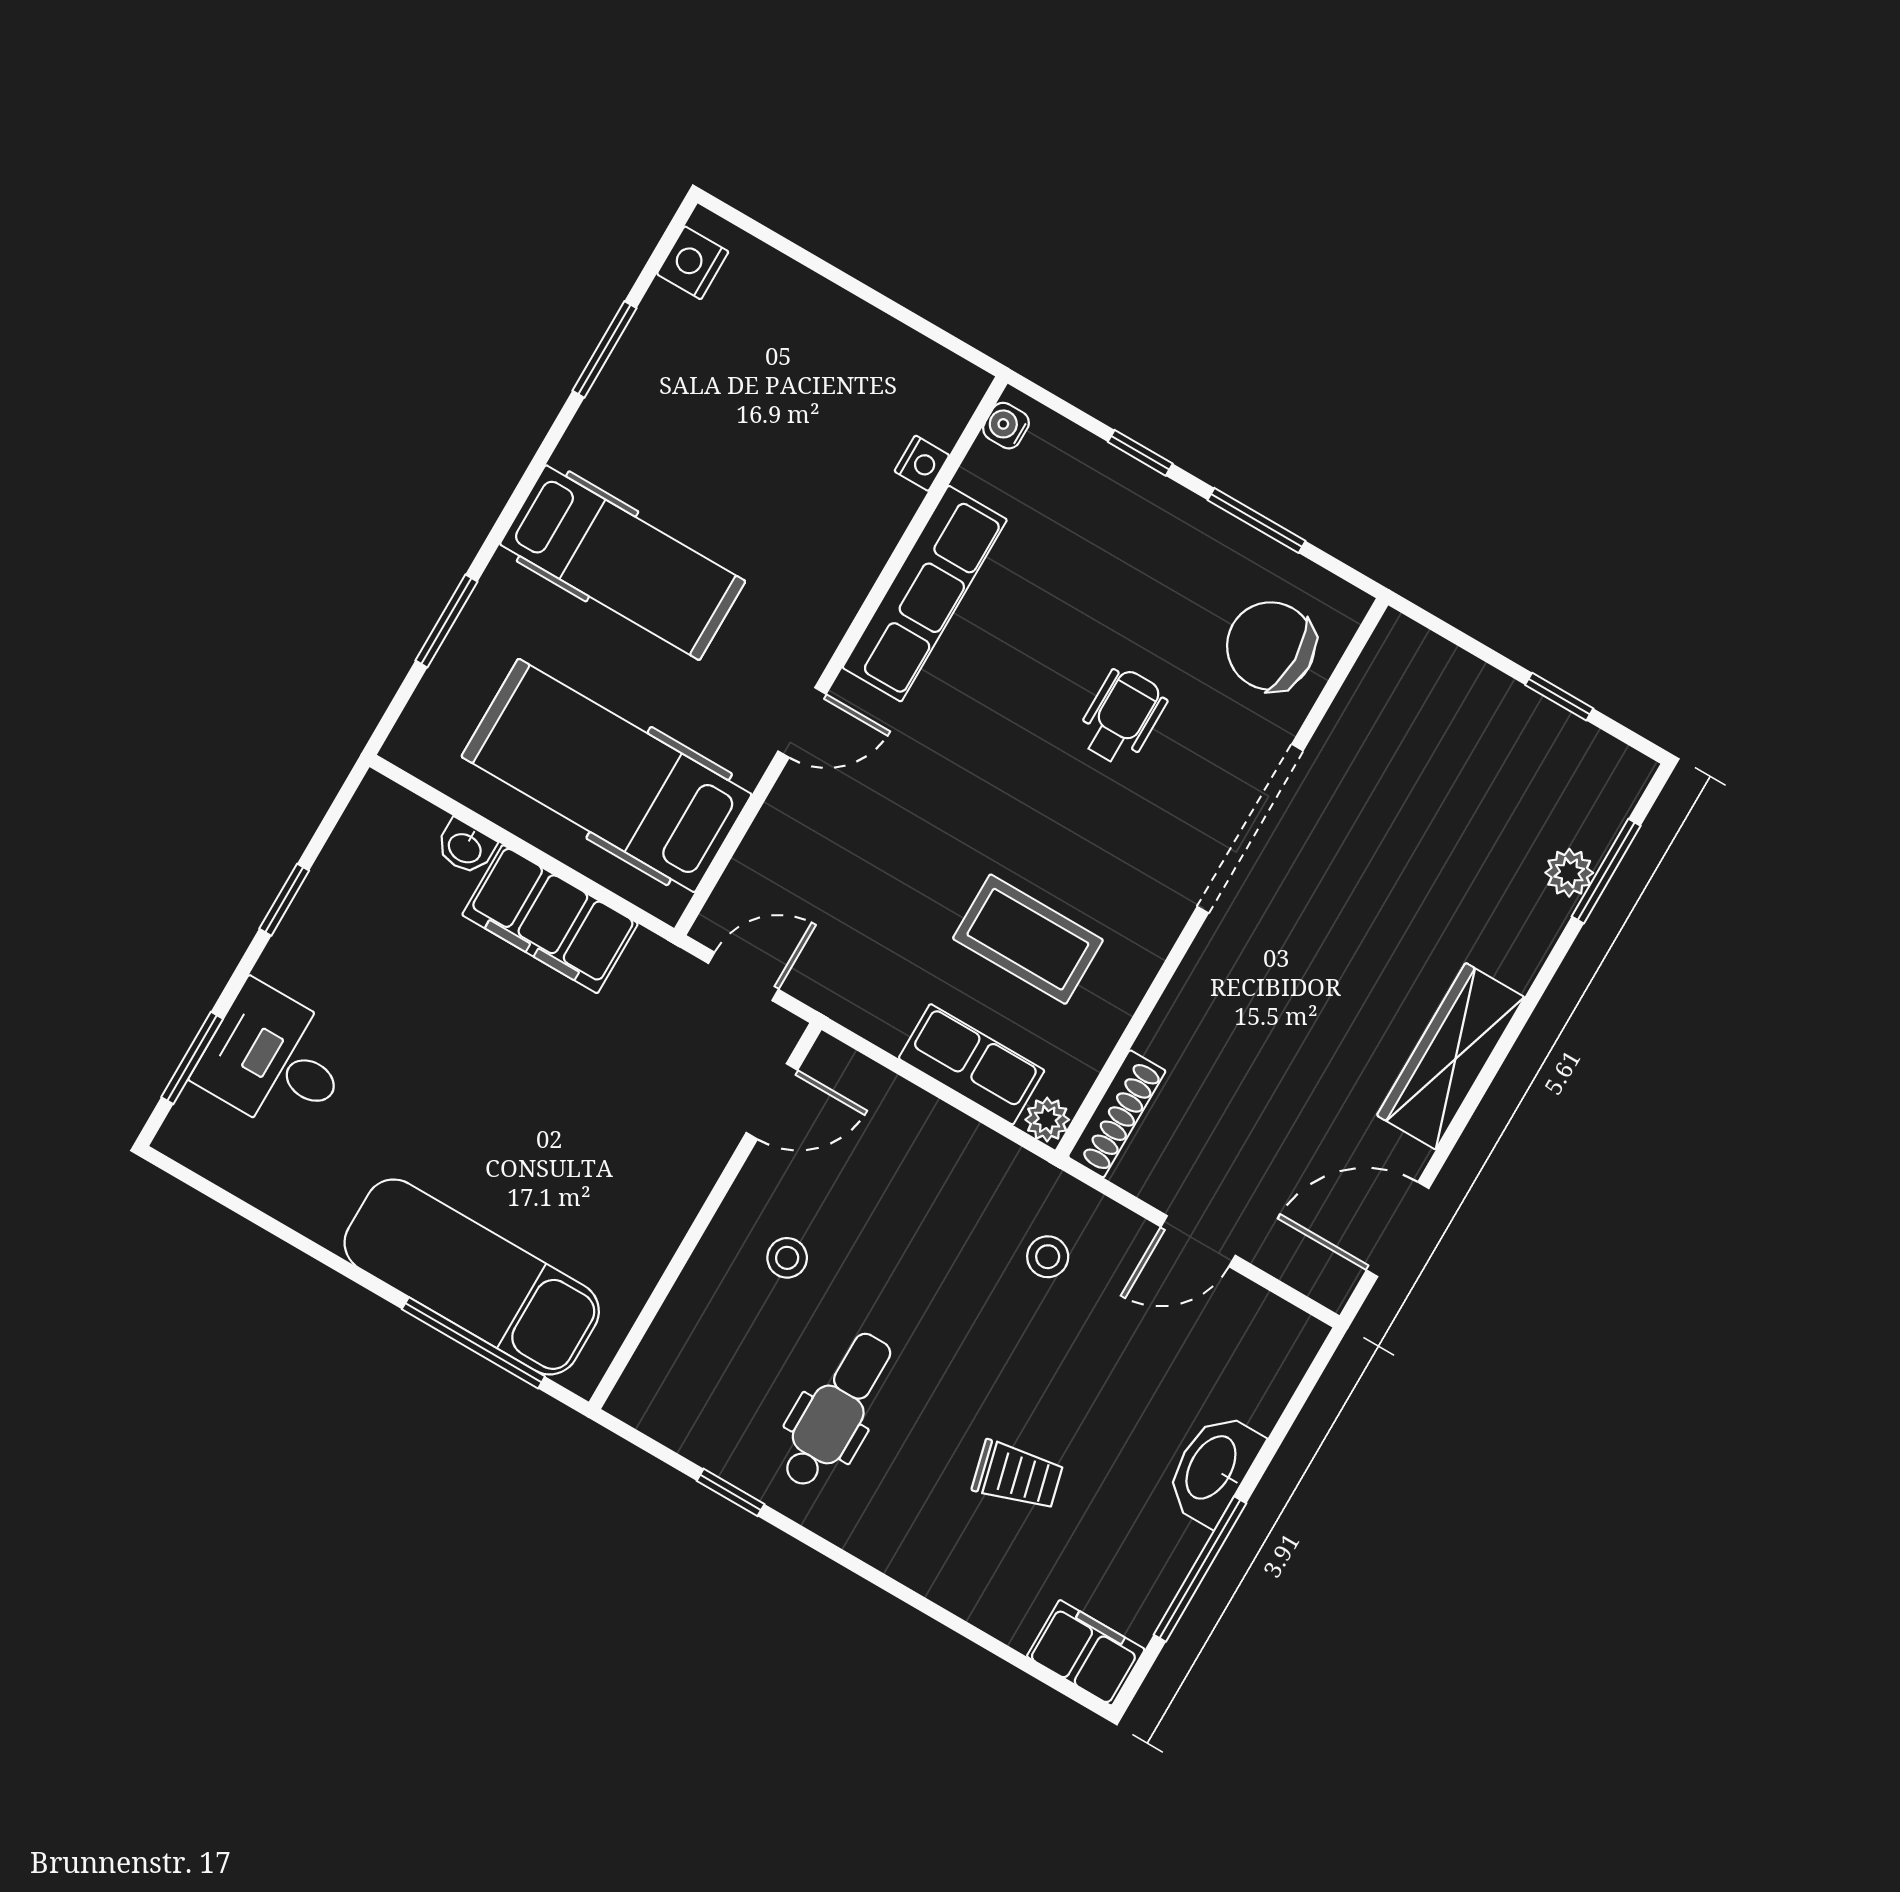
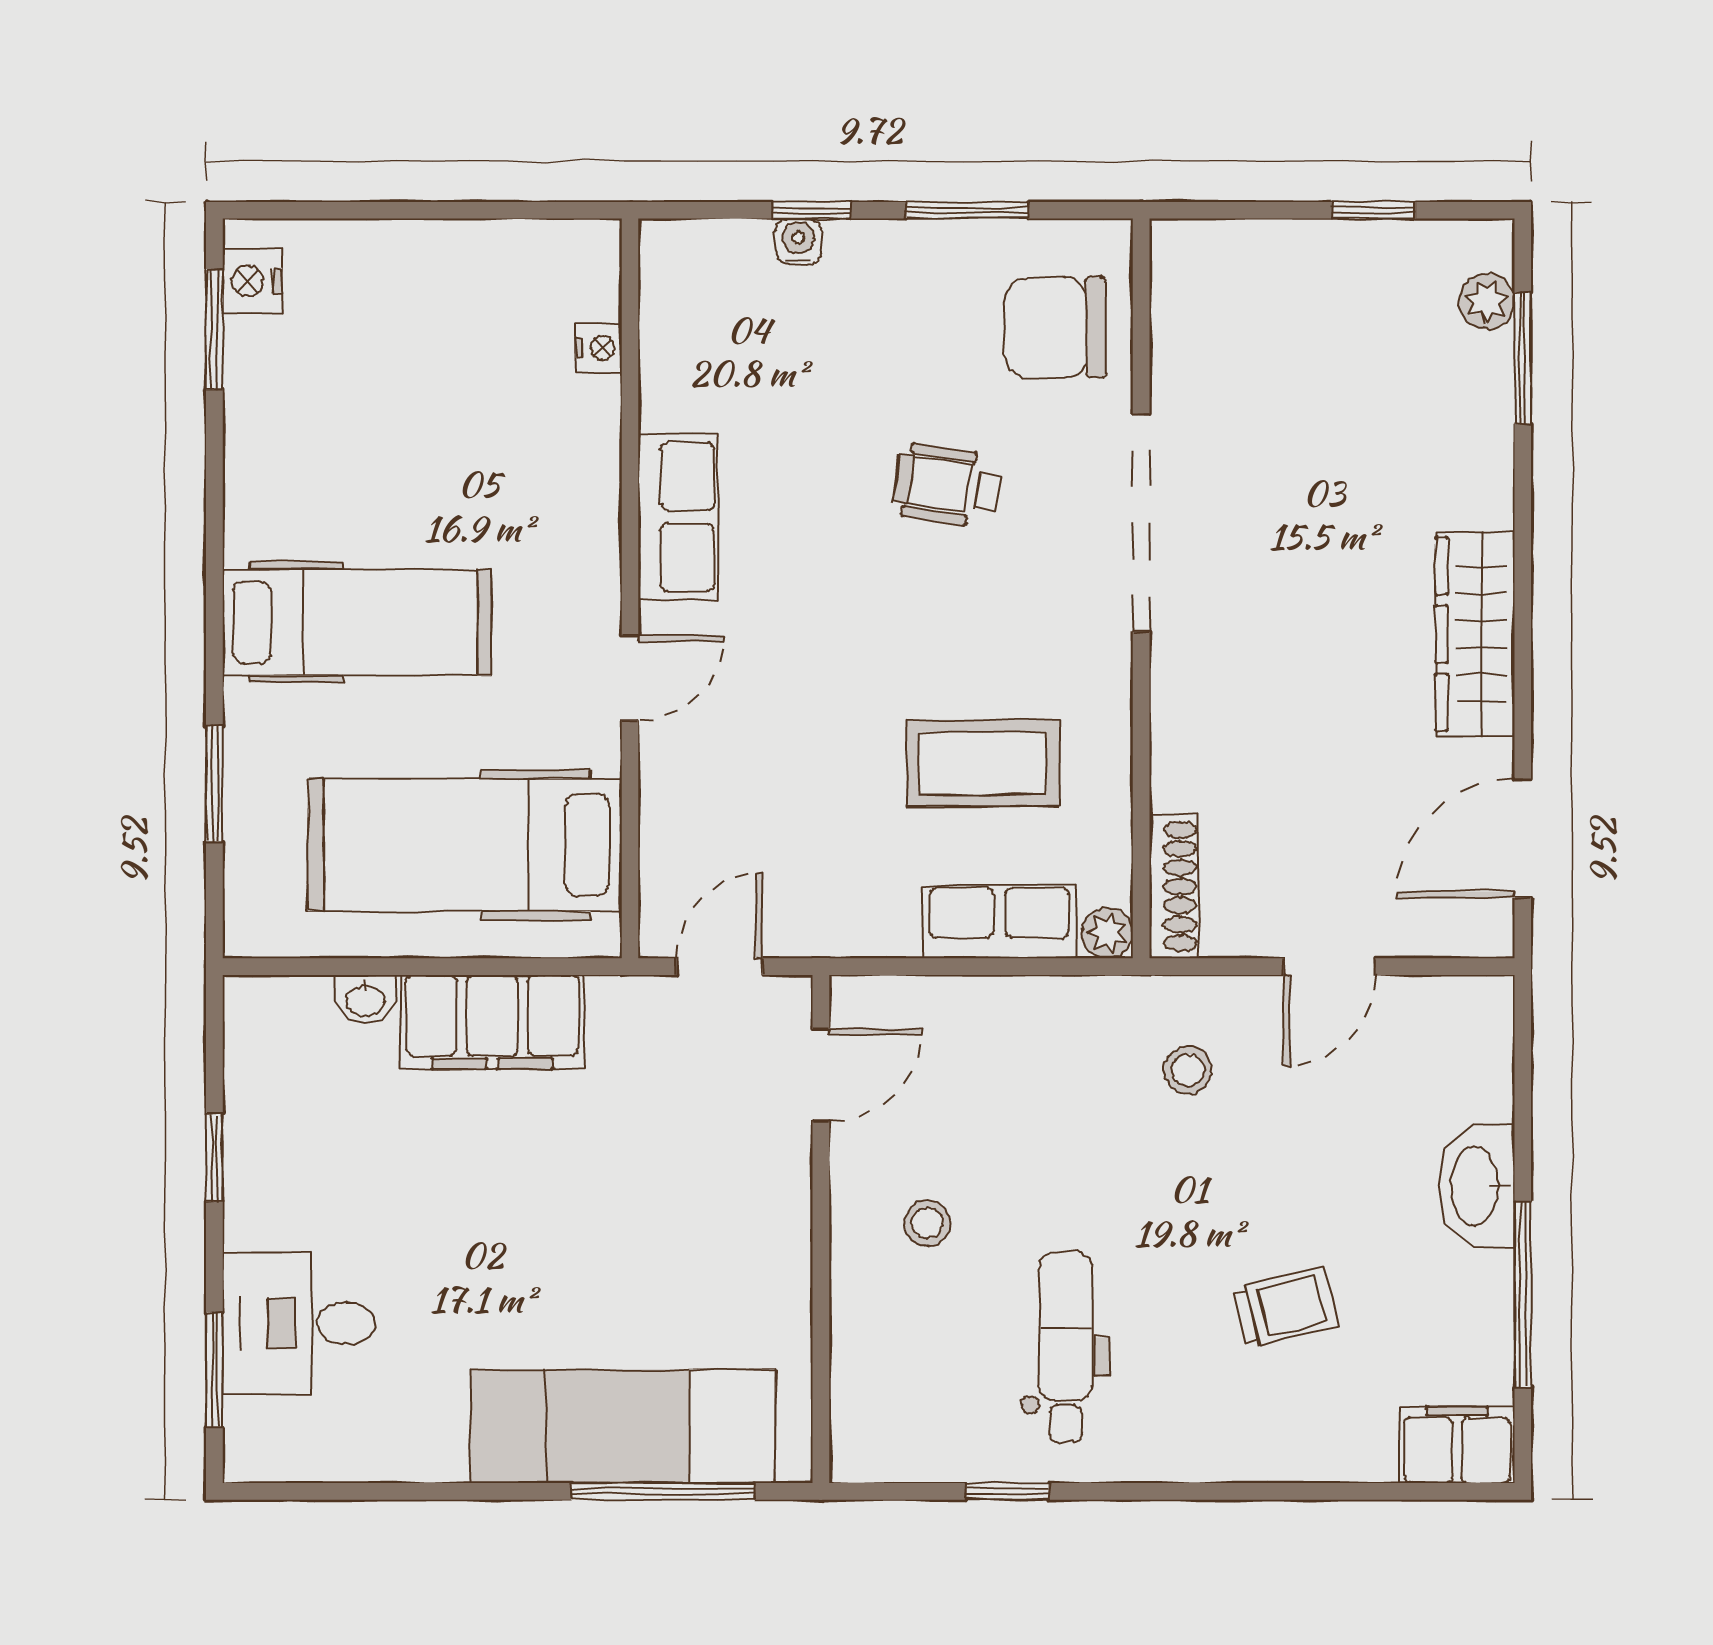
window: (604, 349) -> (214, 329), moved
water cooler: (1006, 426) -> (799, 241), moved, turned 90
row of seats: (925, 594) -> (678, 517), width x0.68
wheelchair: (1122, 717) -> (947, 486), turned -81
plant: (1569, 873) -> (1487, 301), moved

